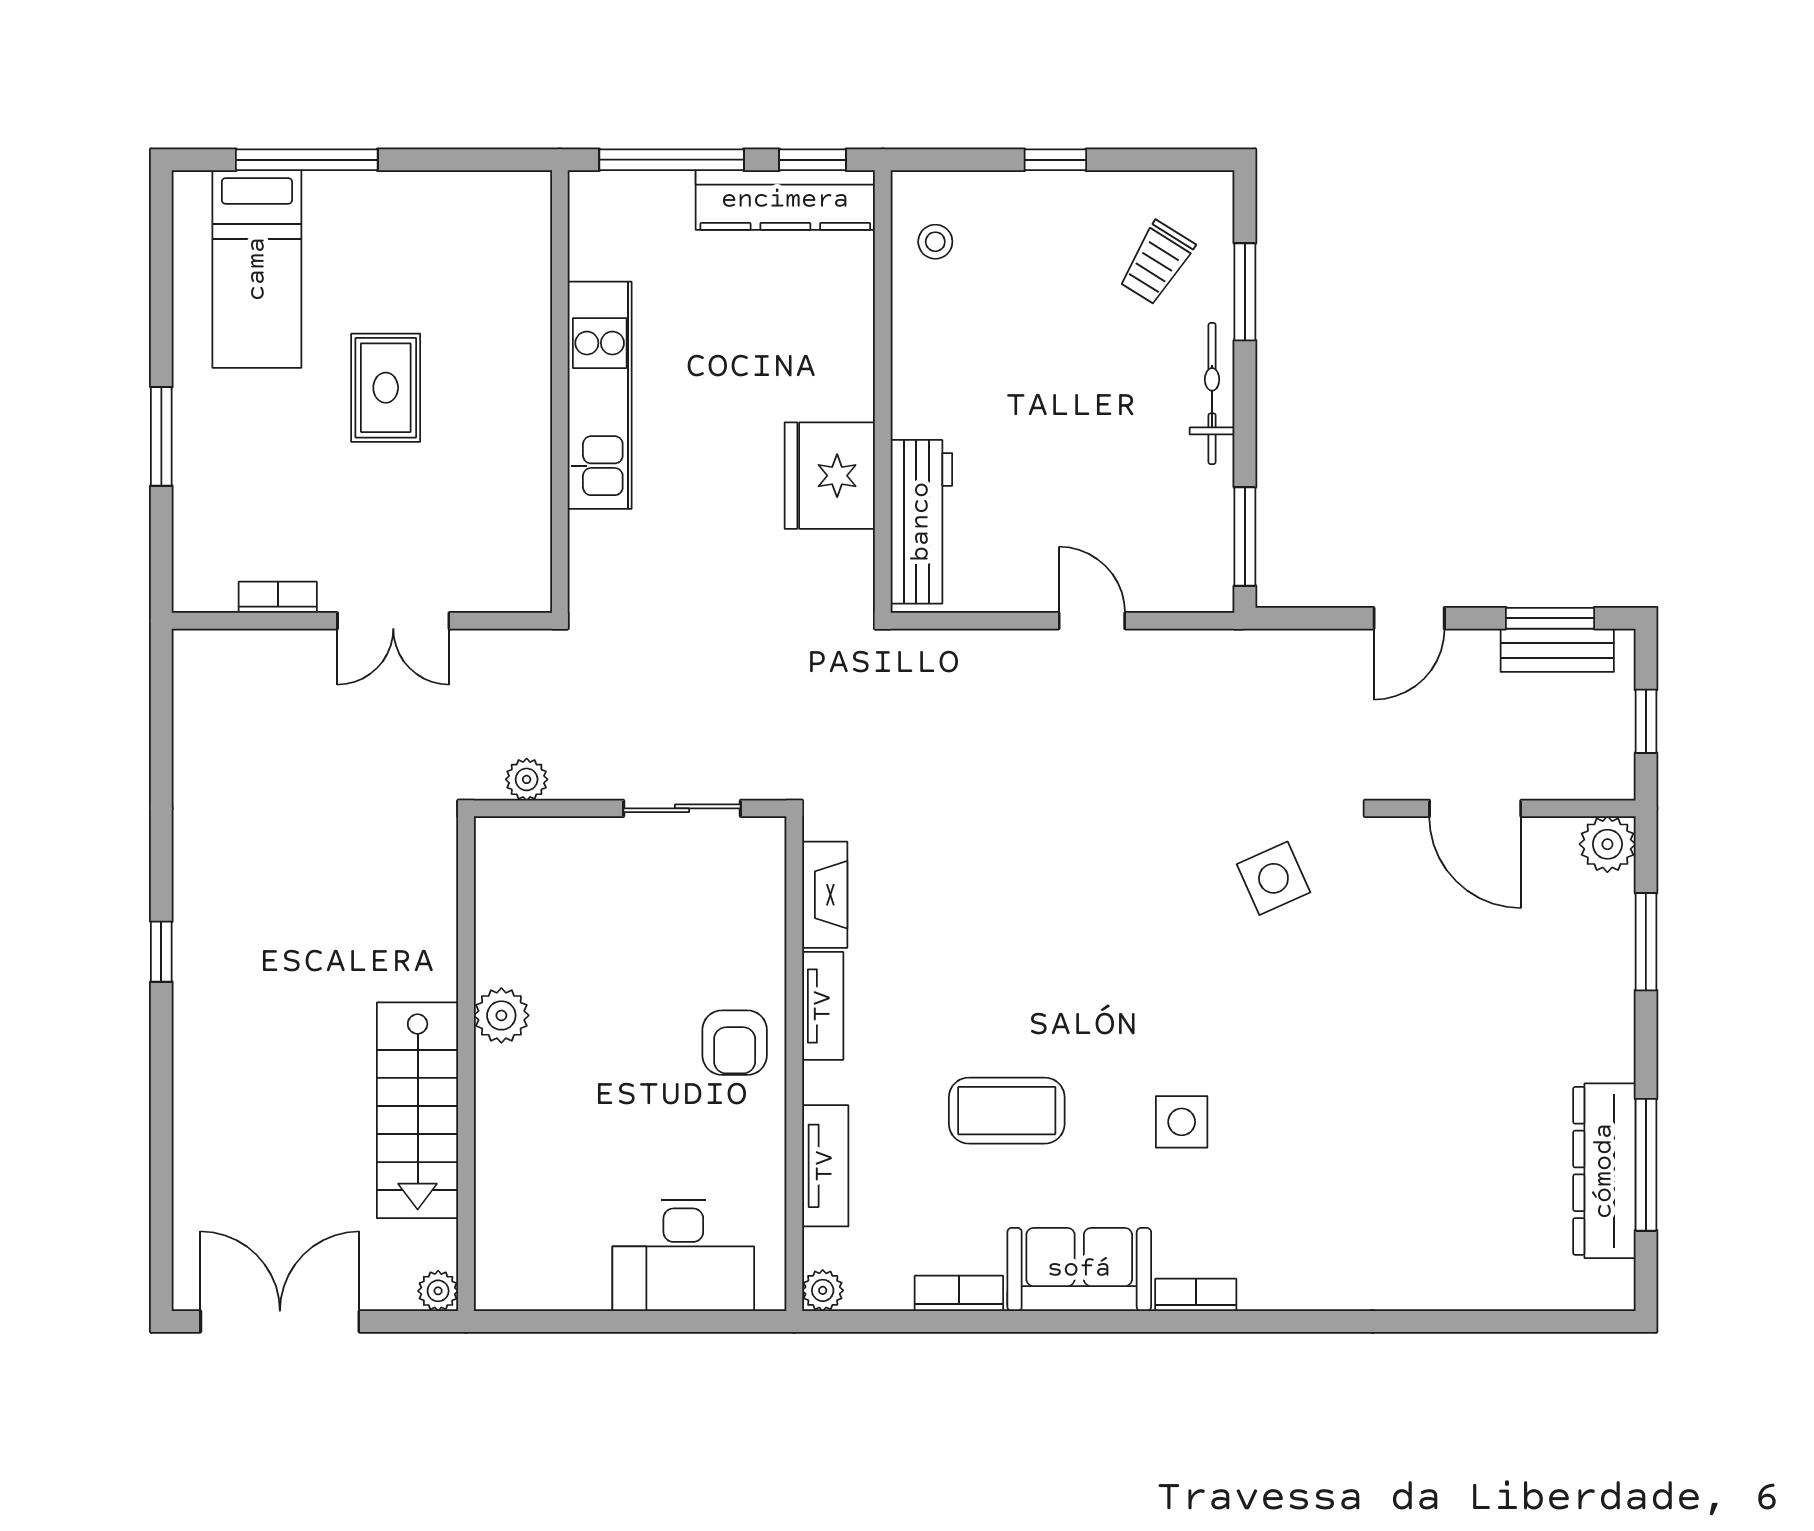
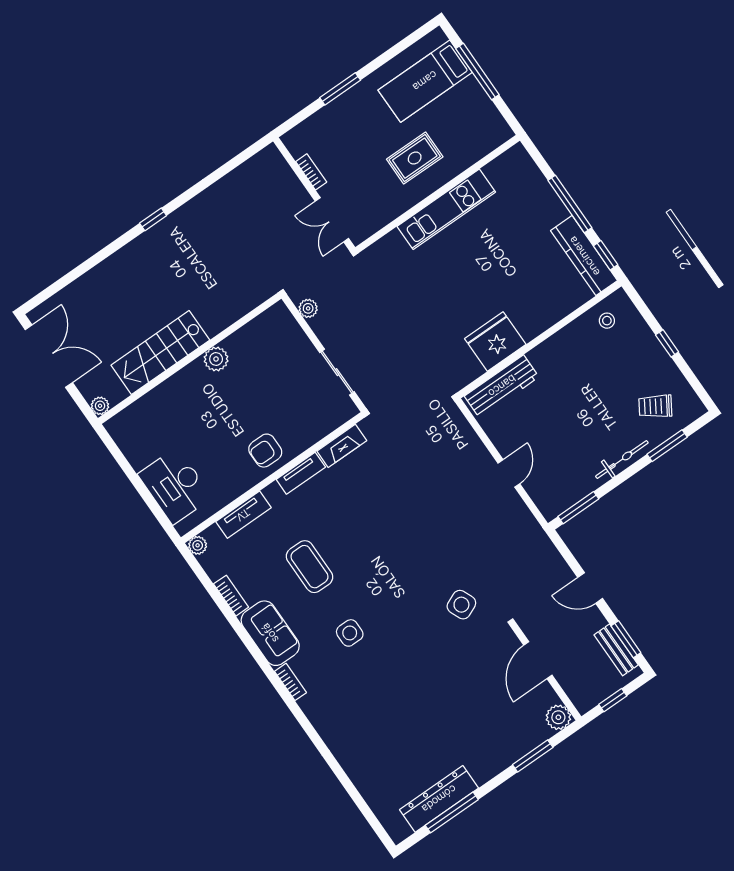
wall: (560, 392) -> (438, 194), moved
kitchen unit: (600, 395) -> (446, 209), moved

